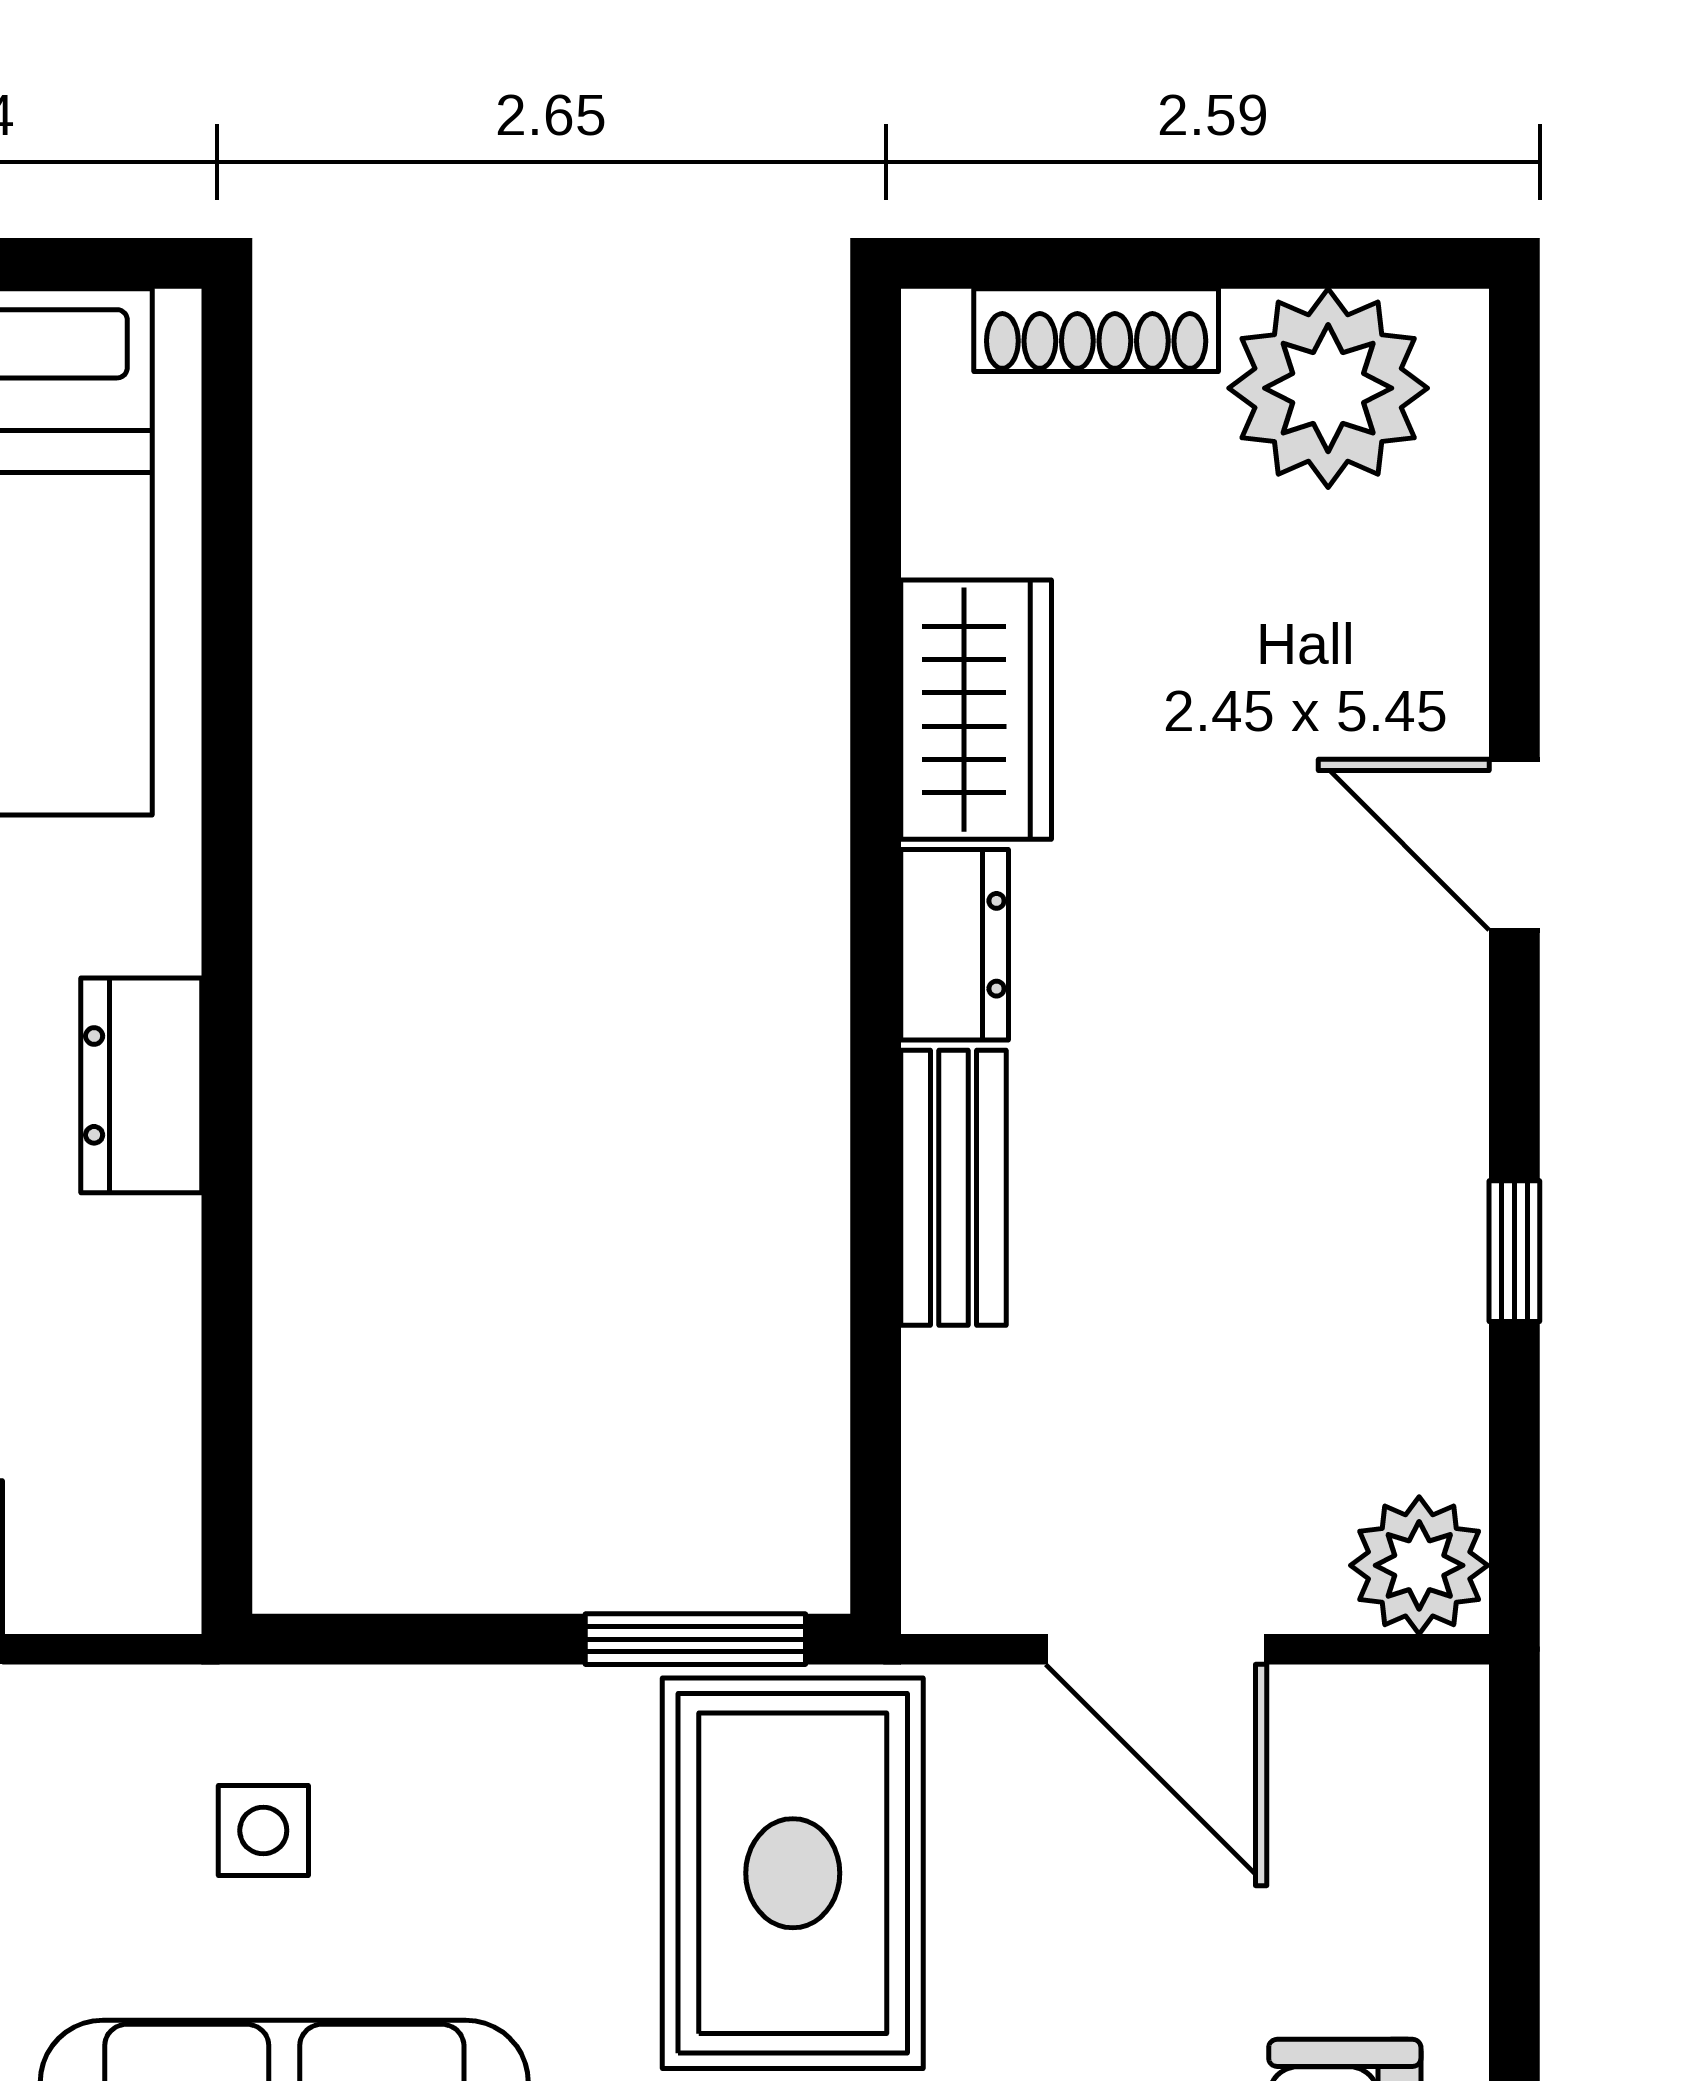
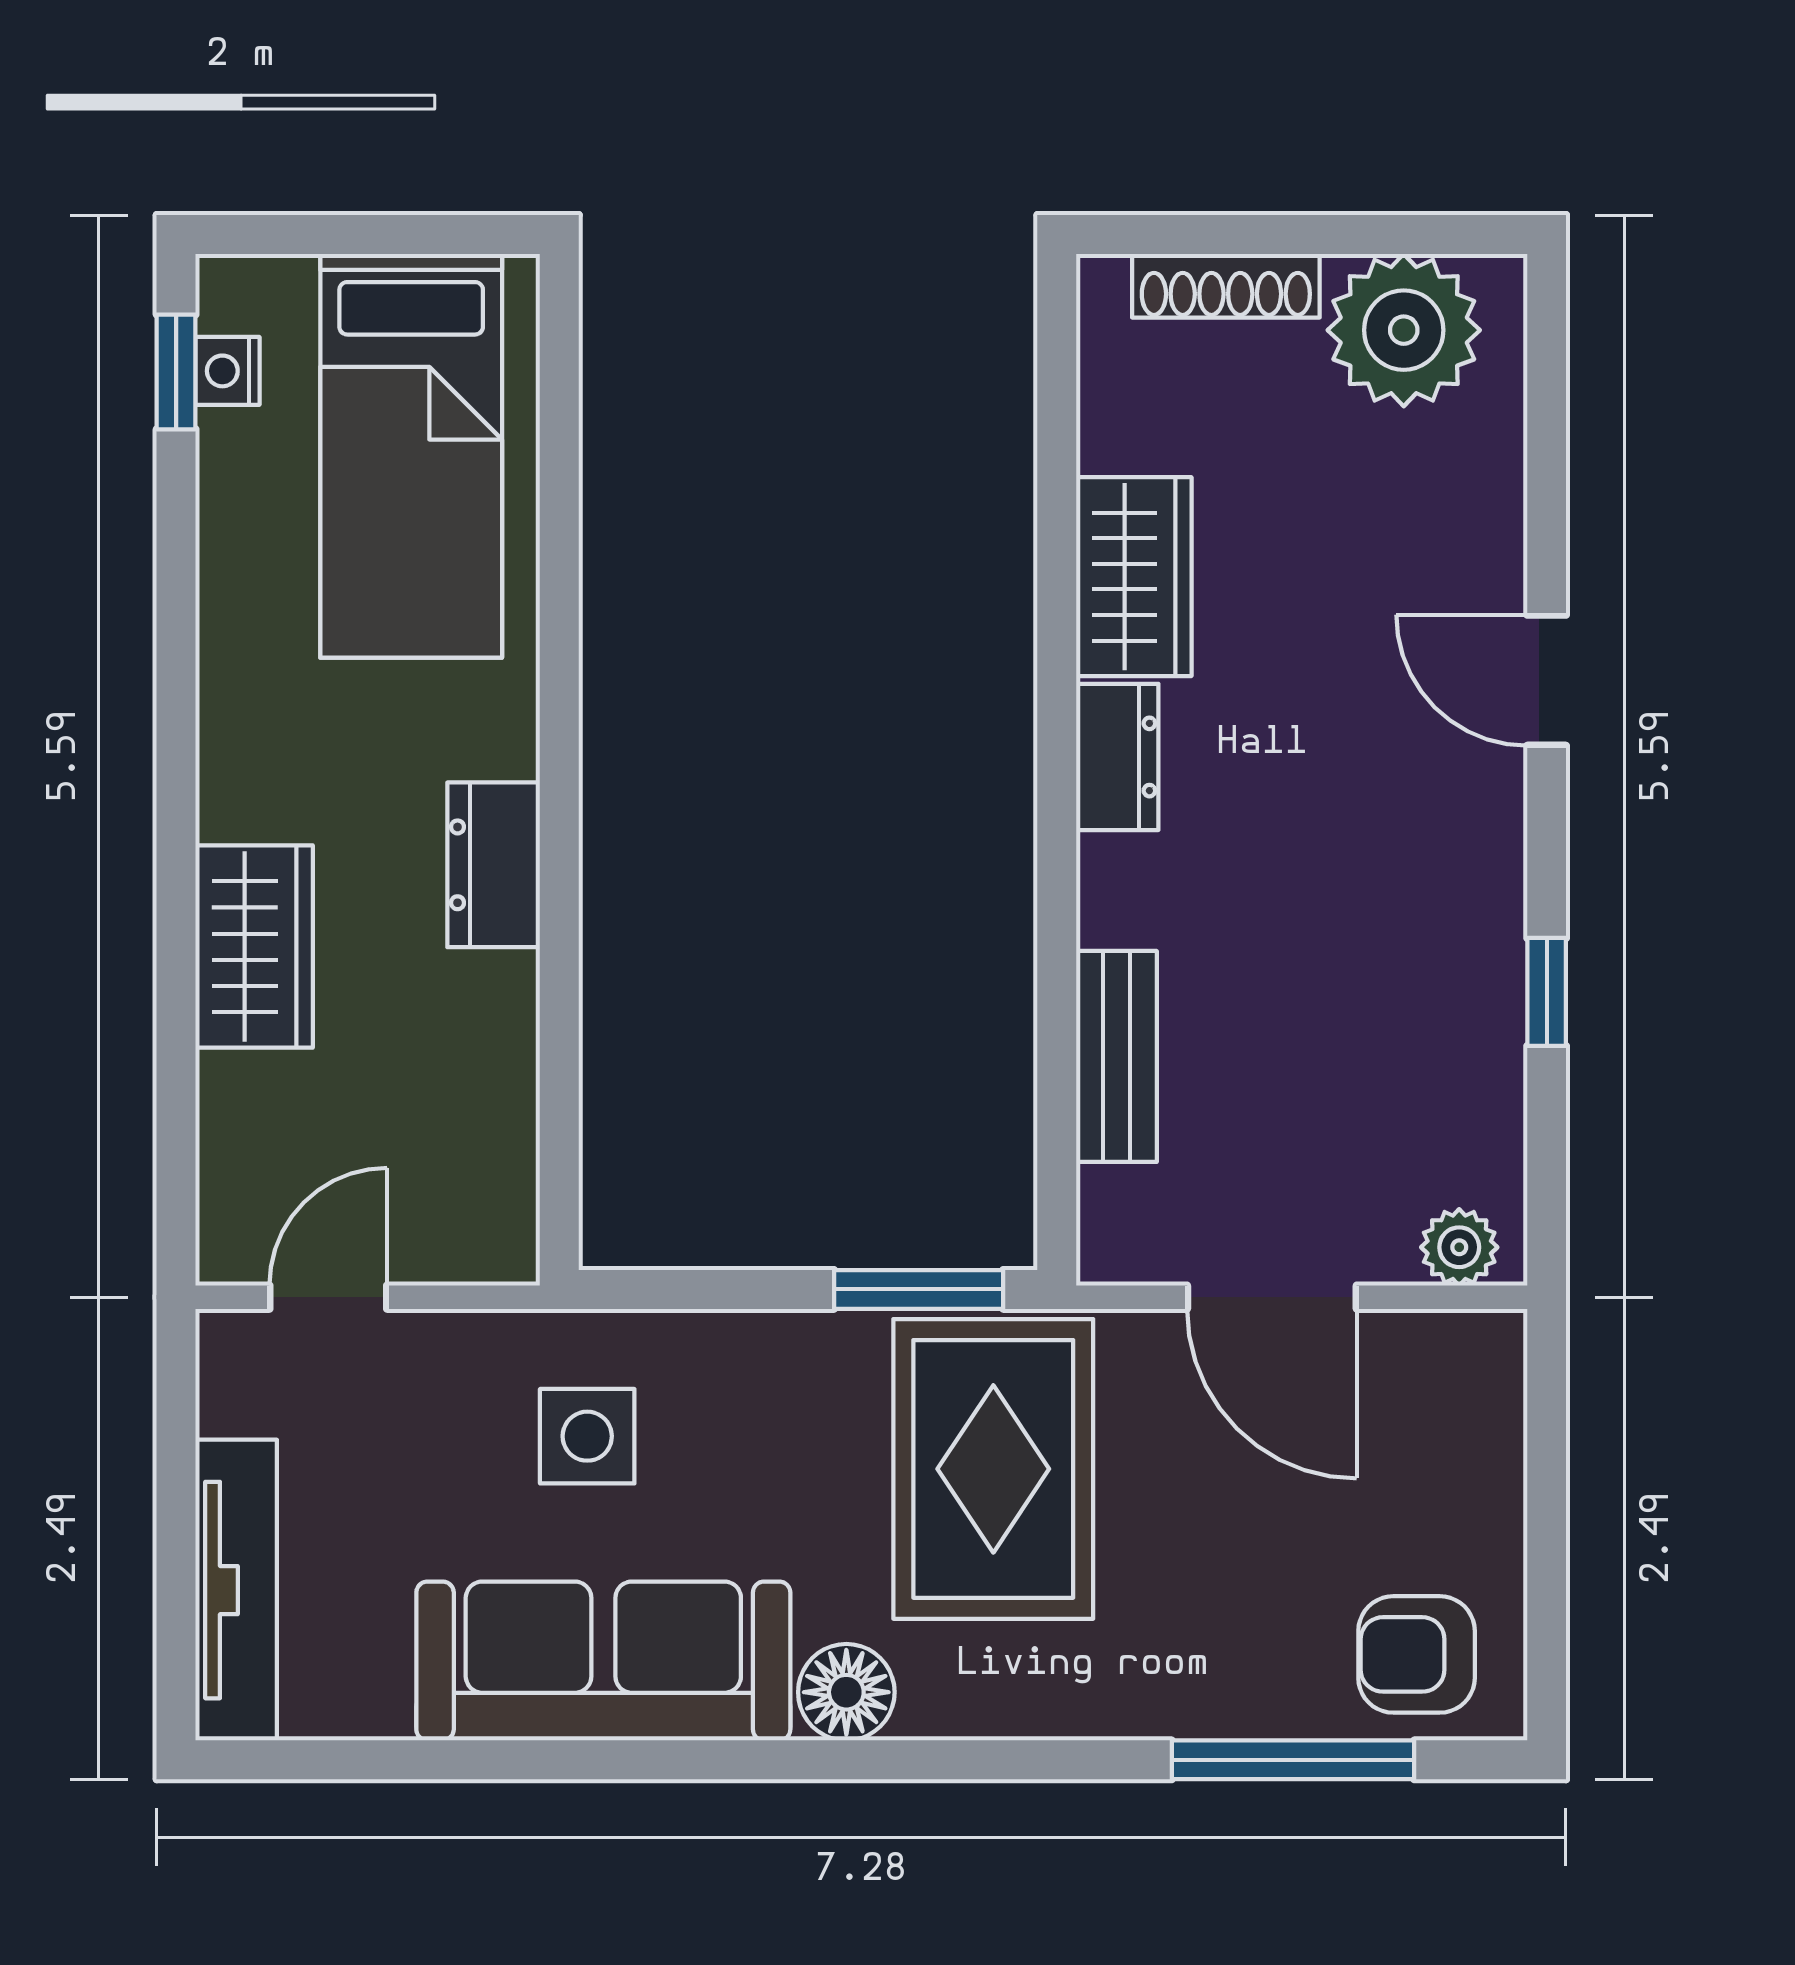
bench: (953, 1188) -> (1116, 1056), moved
plant: (1419, 1565) -> (1459, 1247), width x0.73, depth x0.73
side table: (263, 1830) -> (587, 1436), width x1.37, depth x1.37

